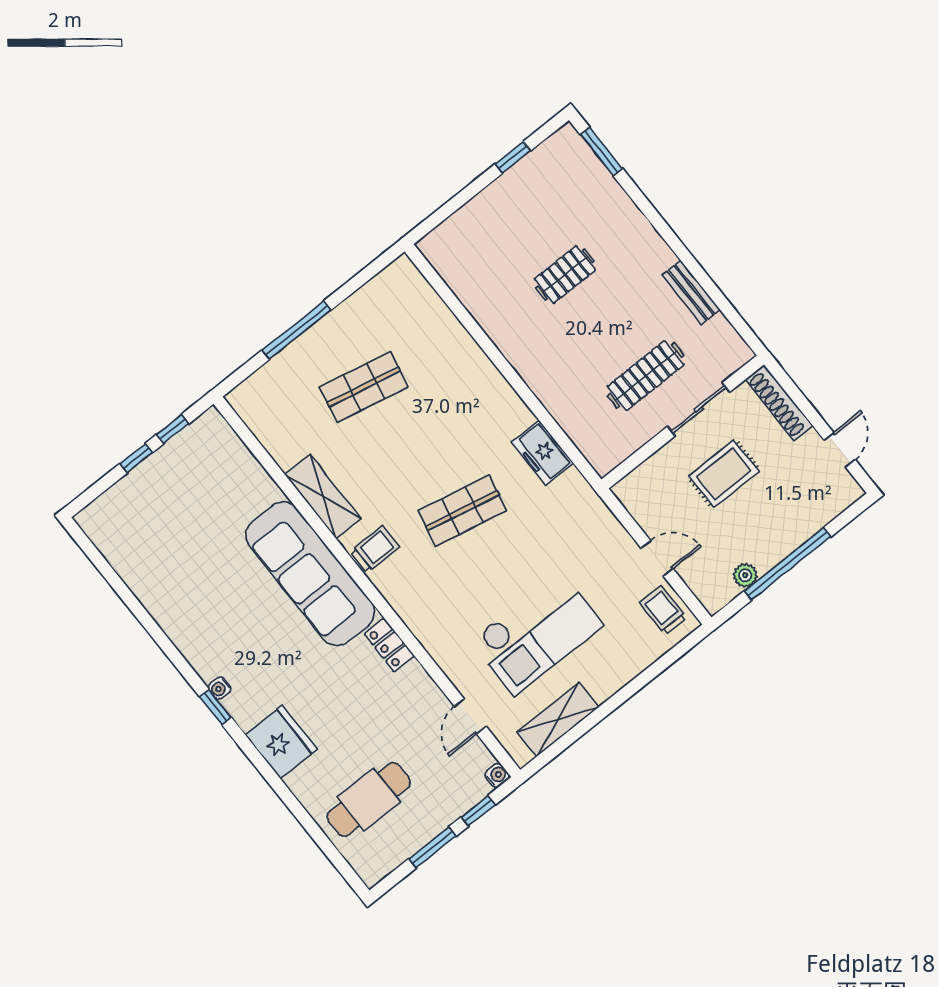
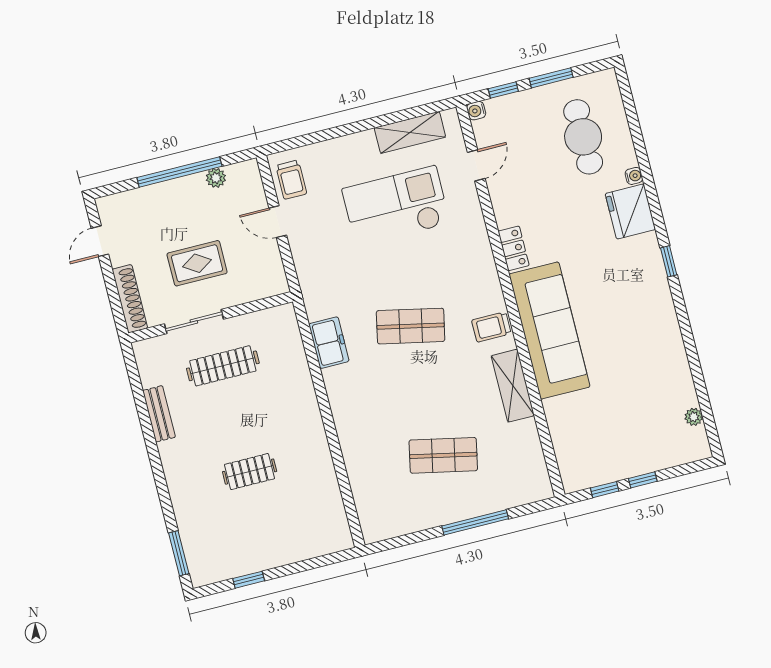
plant: (112, 551) -> (694, 417), added
water cooler: (220, 688) -> (634, 176), moved
cafe table: (369, 799) -> (583, 137), turned 90

